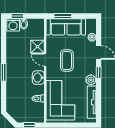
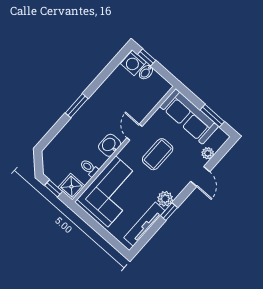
window: (63, 16) -> (212, 116), moved
shower: (38, 47) -> (71, 187), moved
window: (99, 73) -> (169, 212), moved

